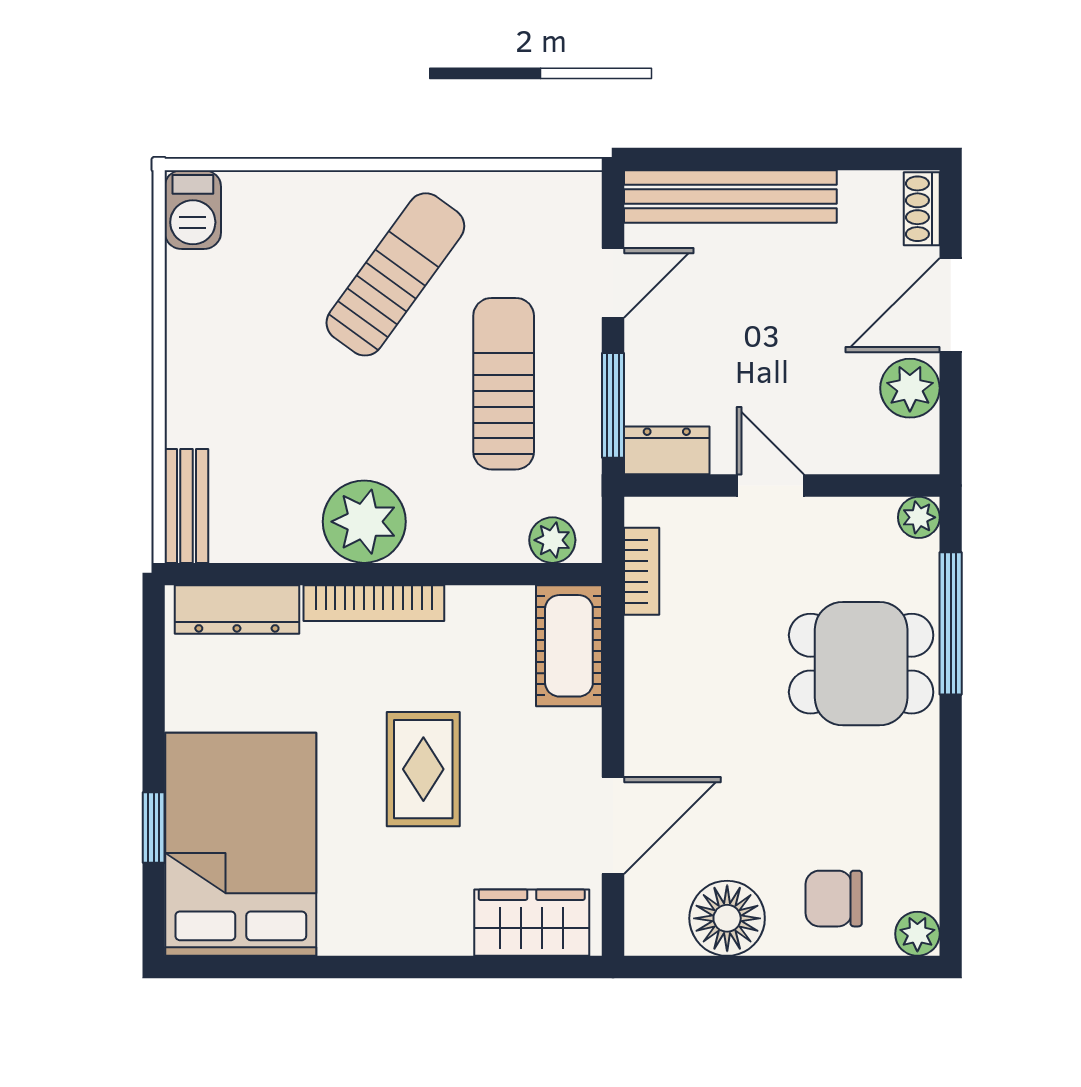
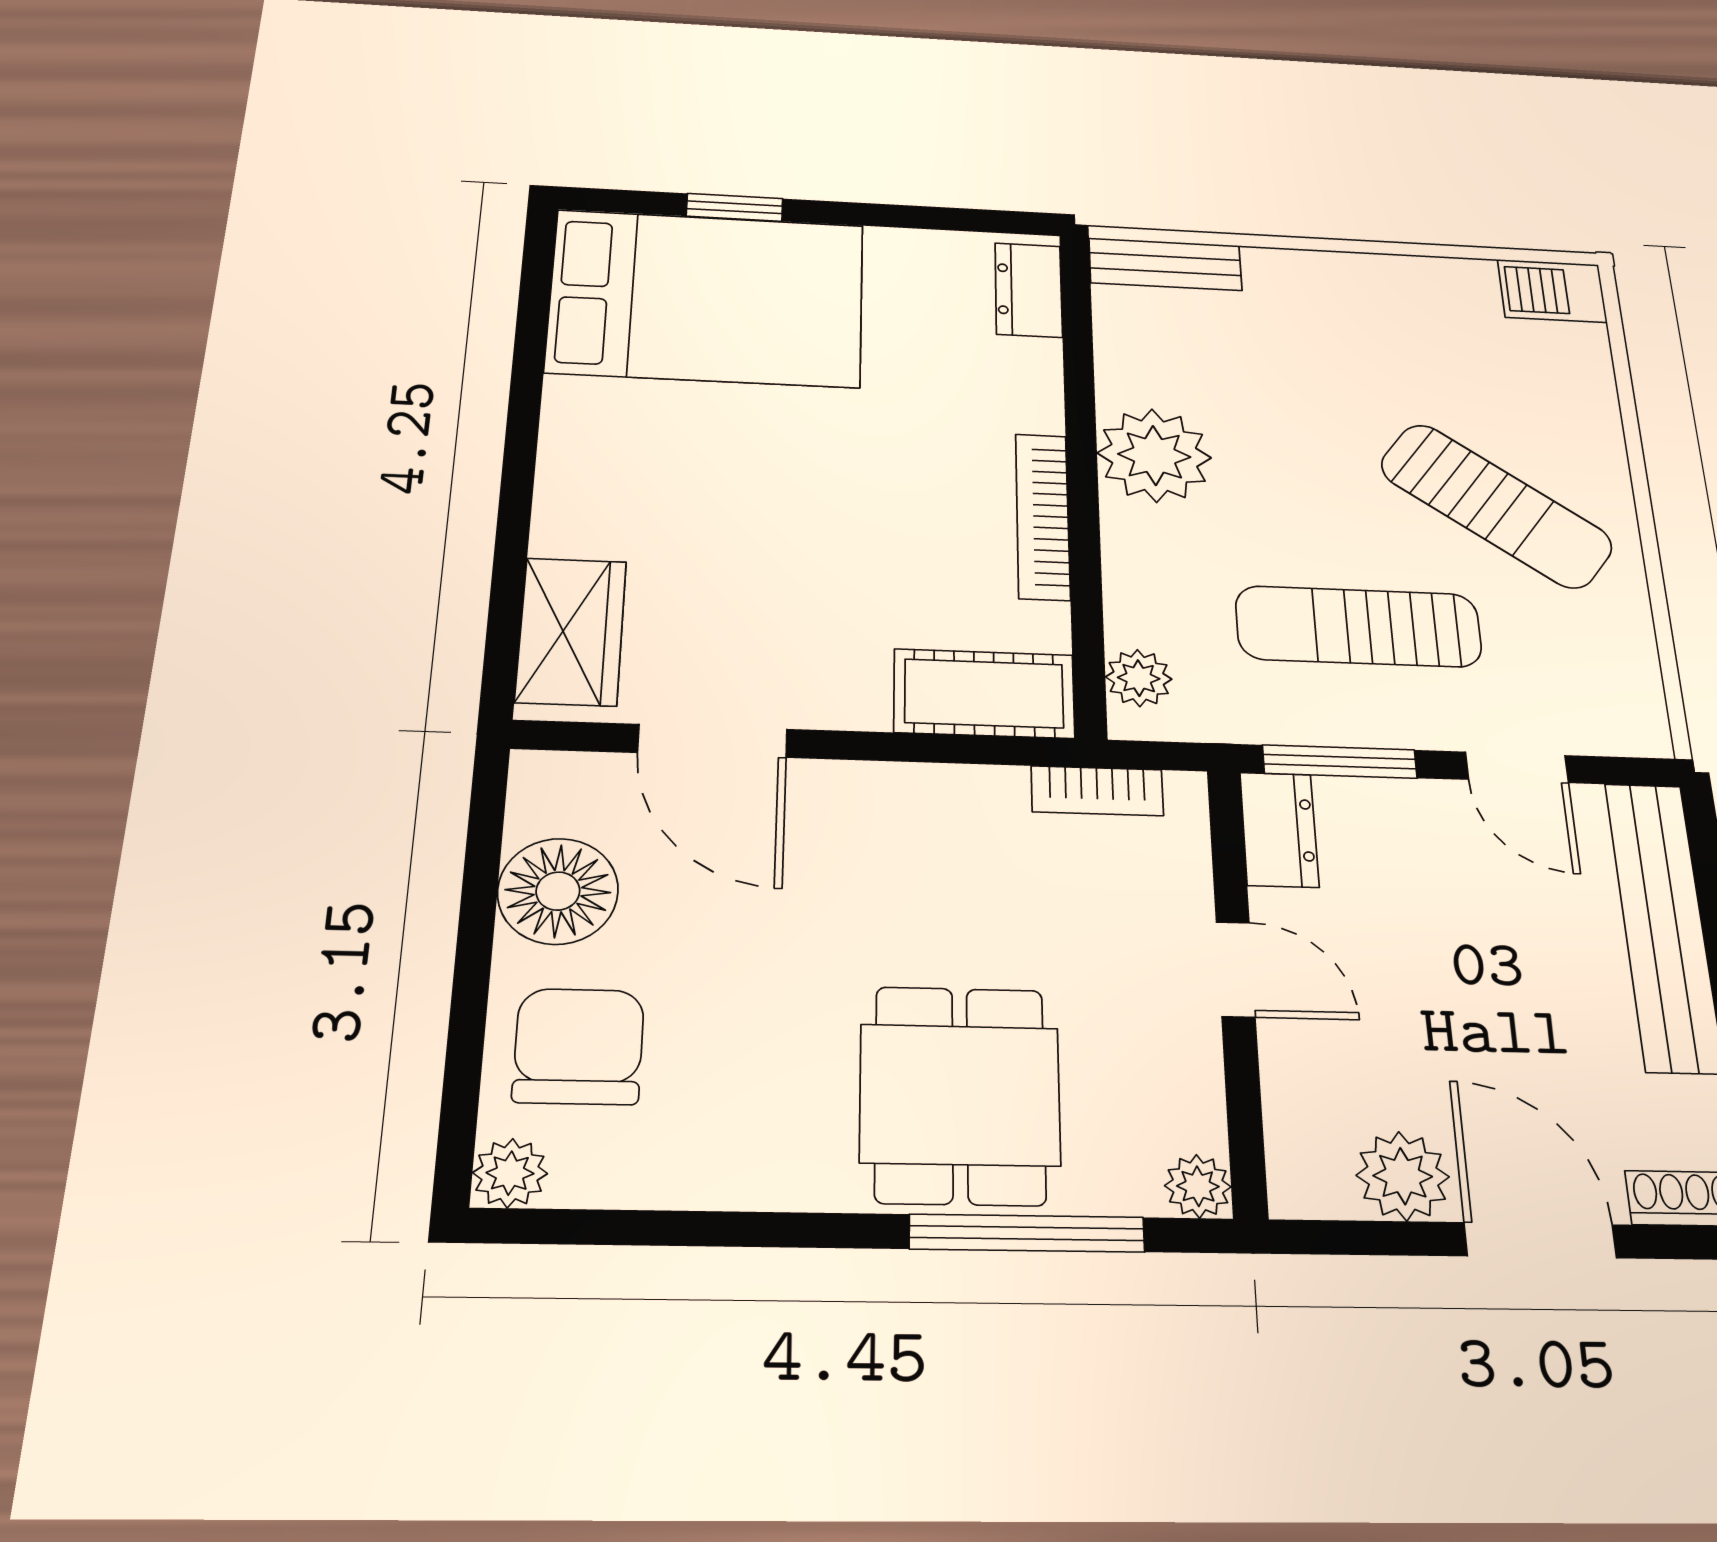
sun lounger: (504, 384) -> (1359, 626), turned 180
door: (770, 486) -> (1236, 969), hinge flipped
bookcase: (374, 603) -> (1043, 516), moved
dresser: (237, 609) -> (1029, 290), width x0.70
rug: (423, 769) -> (805, 508), removed
chair: (834, 899) -> (579, 1046), width x1.37, depth x1.37

